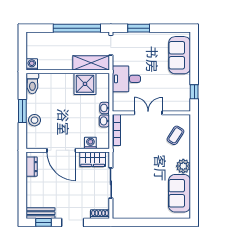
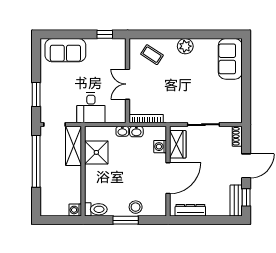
dresser: (32, 167) -> (190, 210), width x1.44
sofa: (180, 193) -> (230, 59), moved, turned 90

